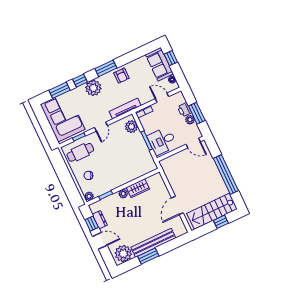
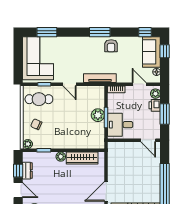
window: (80, 81) -> (145, 32), moved
plant: (93, 88) -> (79, 45), removed
plant: (190, 120) -> (155, 94), moved
door: (101, 127) -> (69, 84), hinge flipped
plant: (131, 127) -> (98, 115), moved
wardrobe: (138, 188) -> (82, 158), width x1.50

